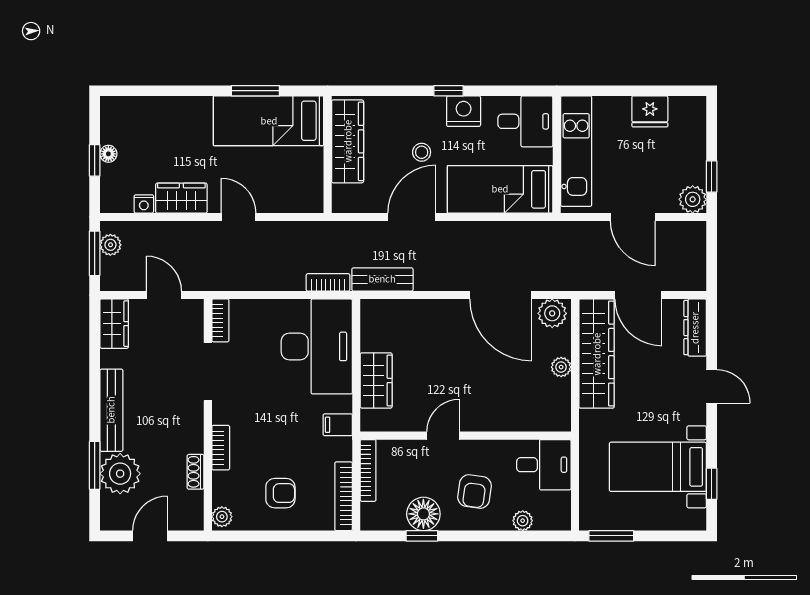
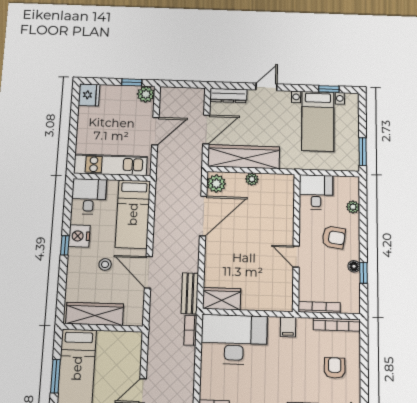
fridge: (650, 111) -> (89, 95), moved
wardrobe: (376, 380) -> (222, 299), moved
floor lamp: (423, 514) -> (354, 266), width x0.53, depth x0.53

